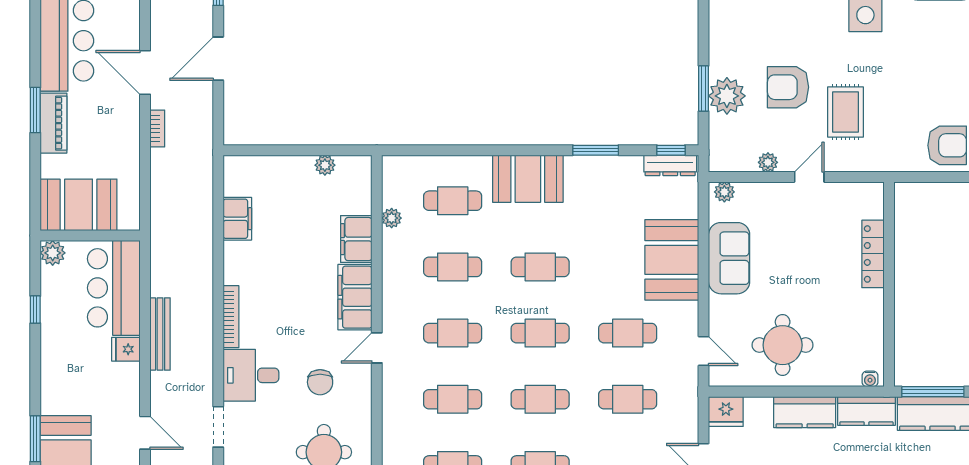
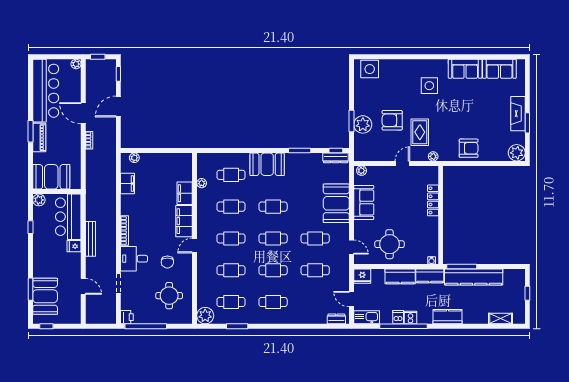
plant: (768, 162) -> (433, 156), moved
plant: (325, 165) -> (134, 158), moved

